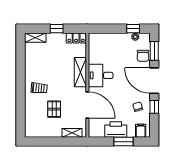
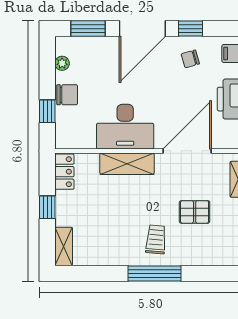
window: (133, 29) -> (47, 111), moved
chair: (143, 56) -> (67, 95), moved
desk: (101, 75) -> (125, 127), width x1.37
window: (20, 87) -> (154, 273), added

